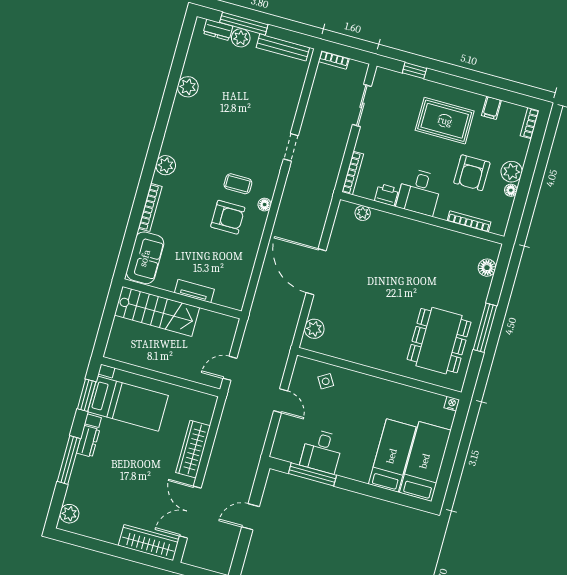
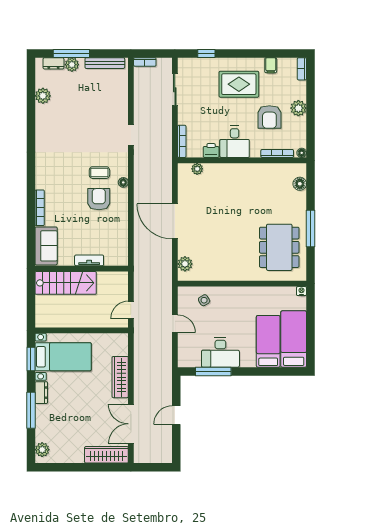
plant: (188, 87) -> (43, 96), moved
plant: (166, 165) -> (42, 174), removed
floor lamp: (511, 190) -> (302, 153), moved
armchair: (228, 217) -> (99, 199), turned -90
desk: (322, 451) -> (220, 353), width x1.37

